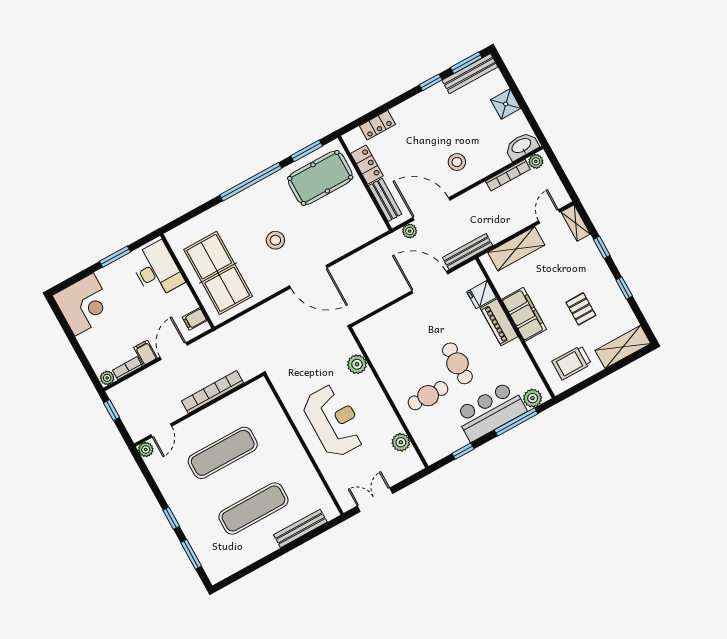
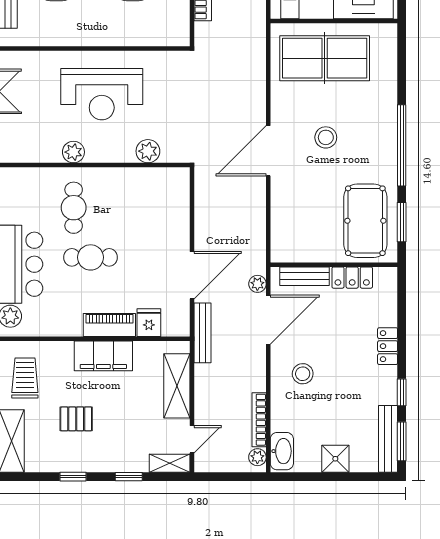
locker: (377, 125) -> (388, 346), moved
door: (549, 216) -> (192, 439), hinge flipped
plant: (401, 442) -> (73, 152), moved

